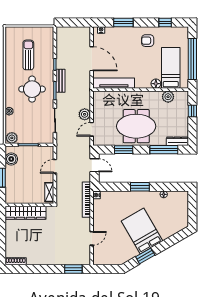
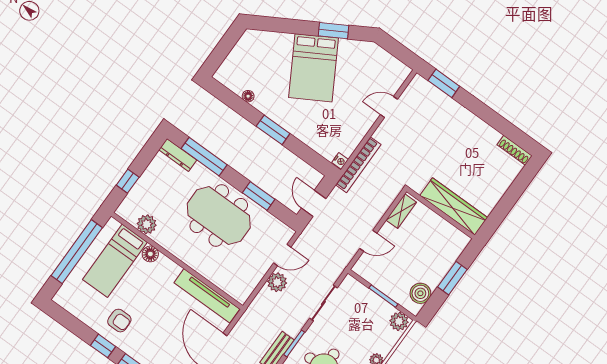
window: (165, 23) -> (103, 346), moved

